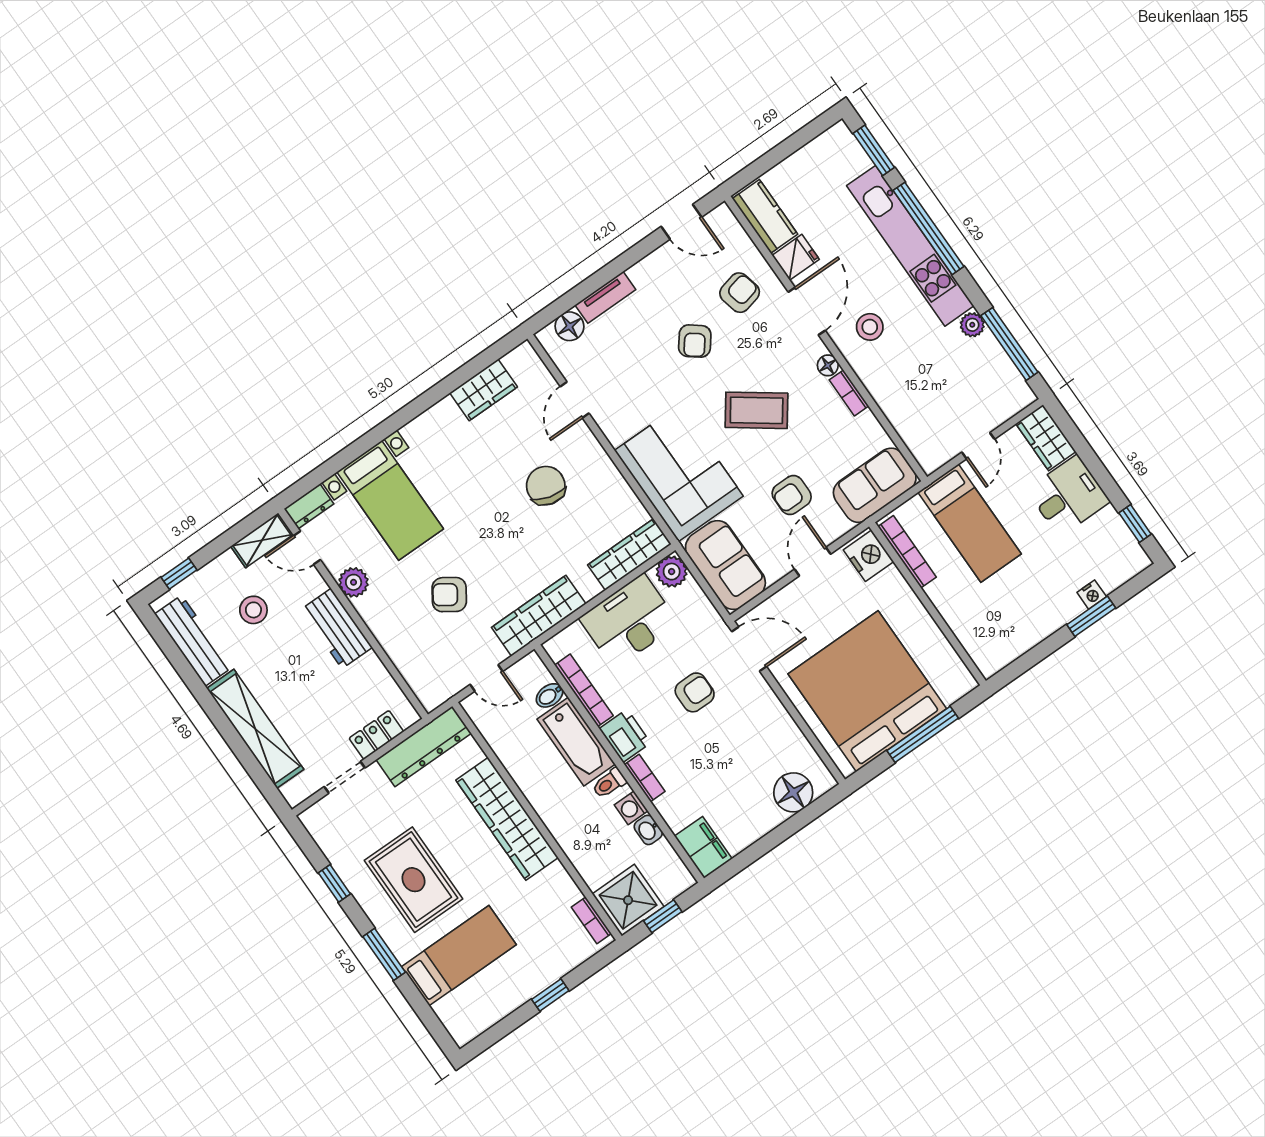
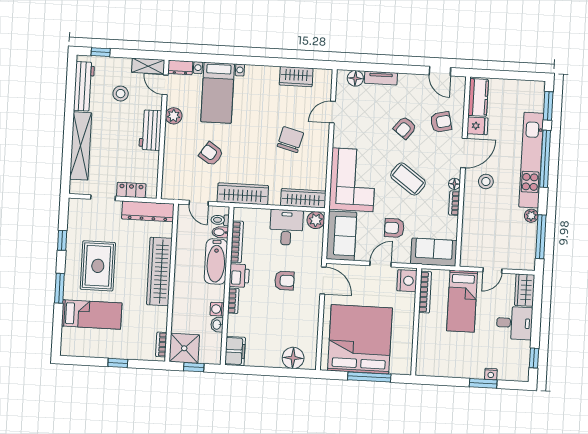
desk: (629, 621) -> (286, 227), width x0.73
toilet: (609, 783) -> (220, 220), moved

